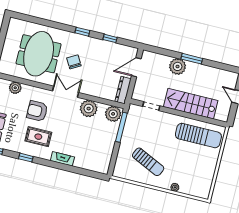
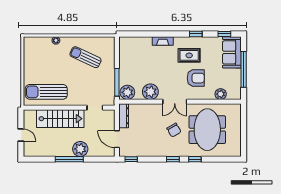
window: (59, 26) -> (195, 159), added
window: (110, 38) -> (131, 159), moved
window: (192, 59) -> (69, 159), width x1.44
door: (136, 67) -> (117, 139), swing flipped

